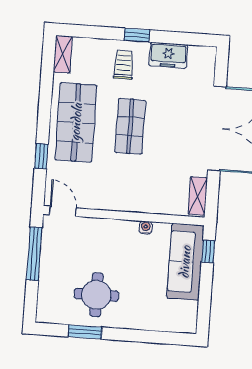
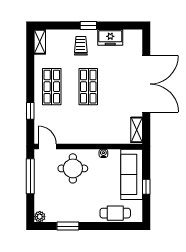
shop shelf: (76, 122) -> (52, 87), width x0.70, depth x0.74
window: (208, 251) -> (146, 187), moved
round table: (96, 295) -> (73, 168), moved
plant: (44, 315) -> (40, 217), added
cafe table: (157, 318) -> (115, 213), added

